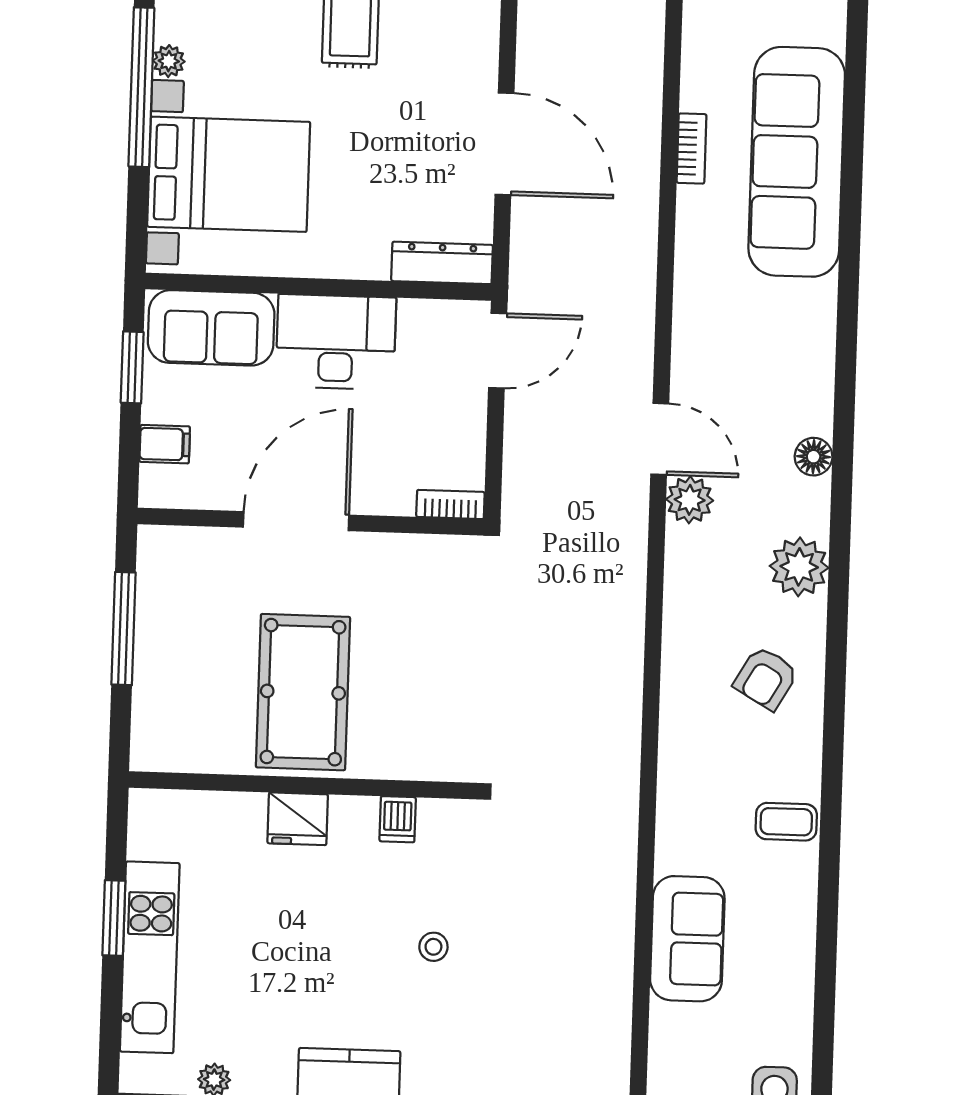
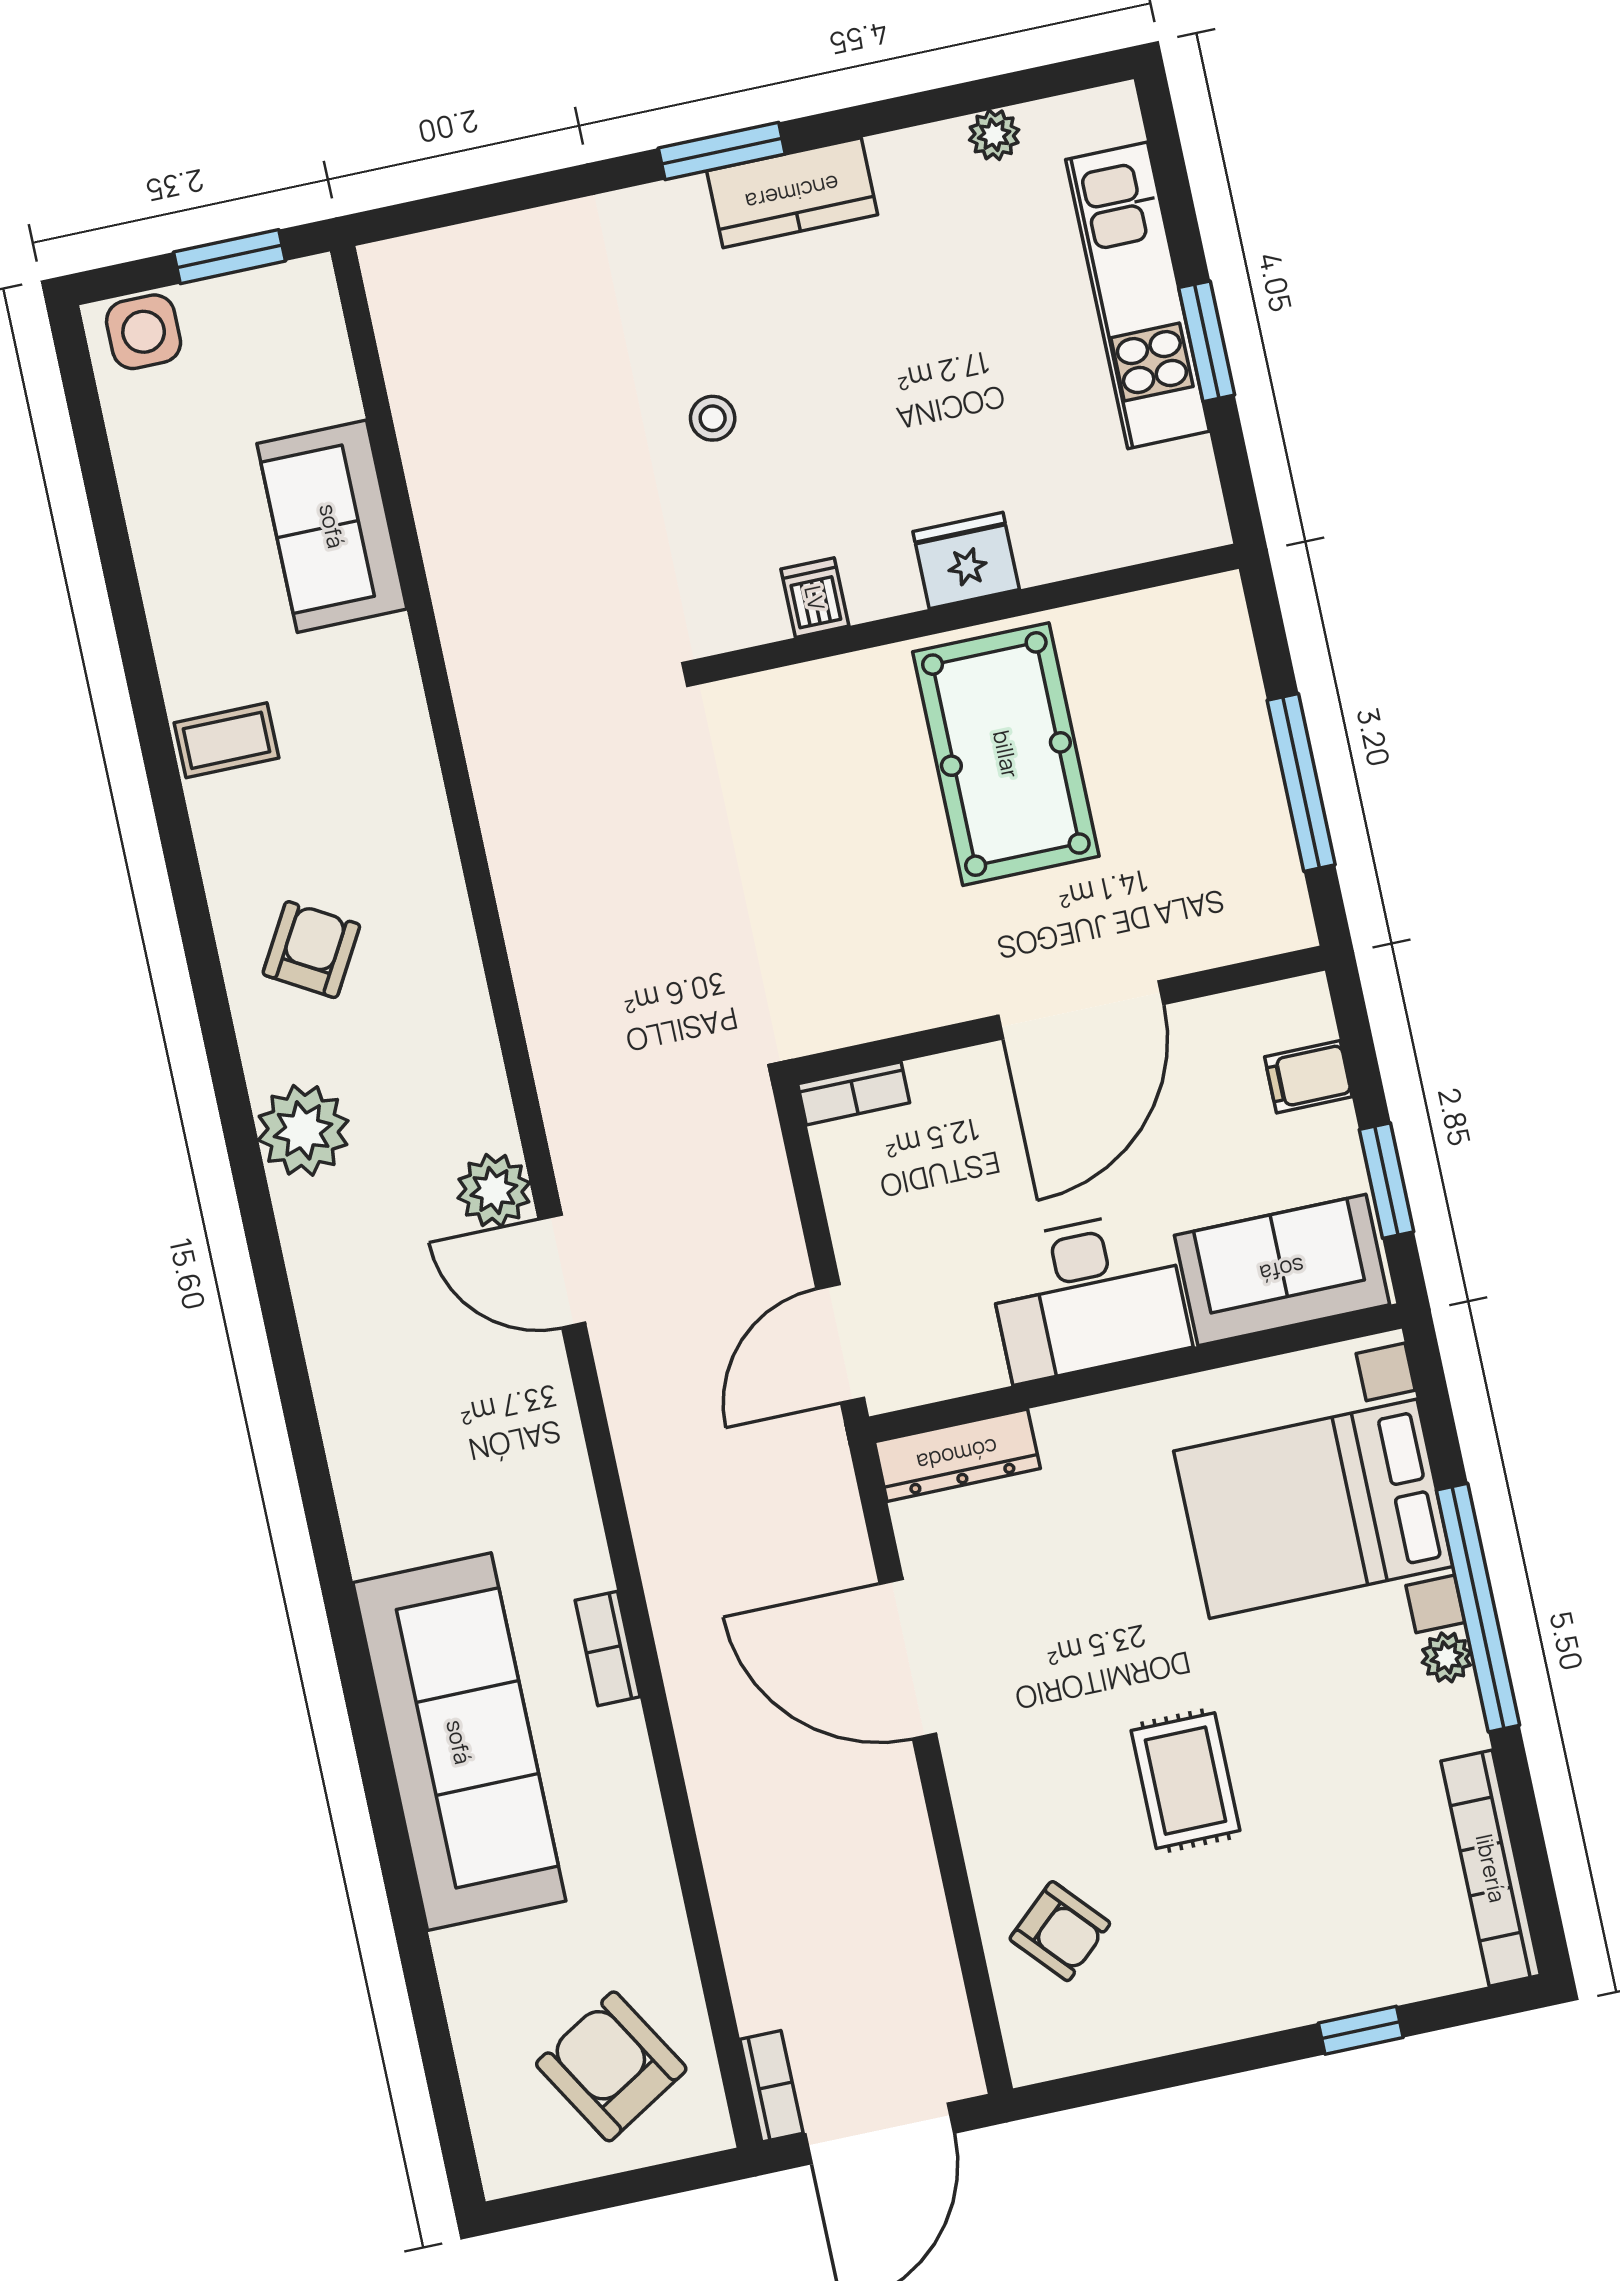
bookcase: (691, 149) -> (608, 1649), moved
floor lamp: (814, 457) -> (323, 1302), removed

